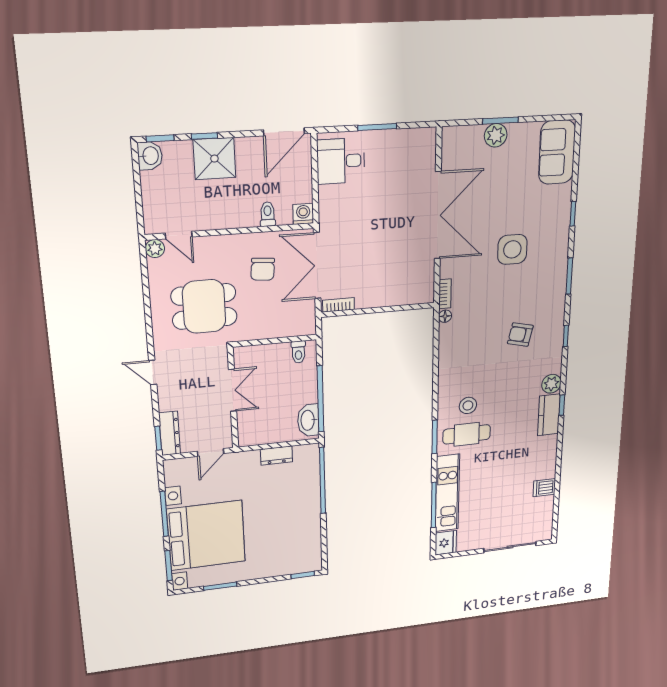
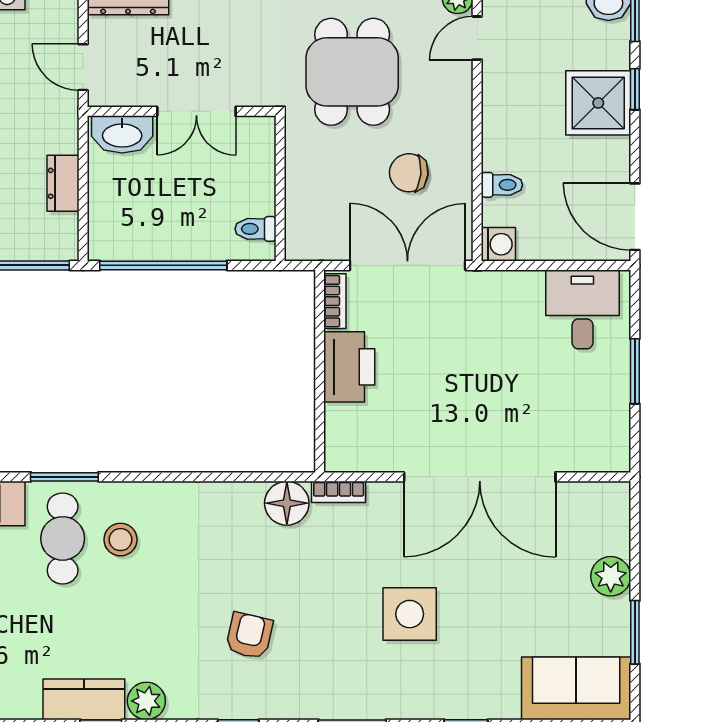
window: (500, 121) -> (635, 632), moved
printer: (376, 294) -> (349, 367), added
floor lamp: (445, 316) -> (287, 503), width x1.89, depth x1.89
washbasin: (308, 420) -> (122, 134), moved, turned 180

